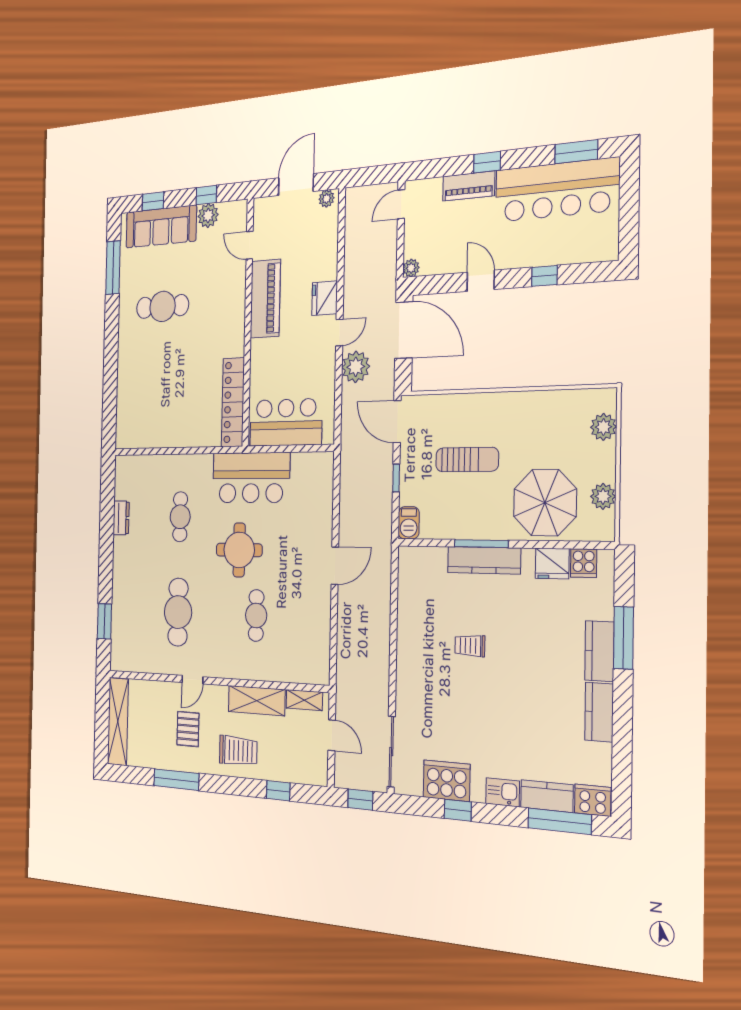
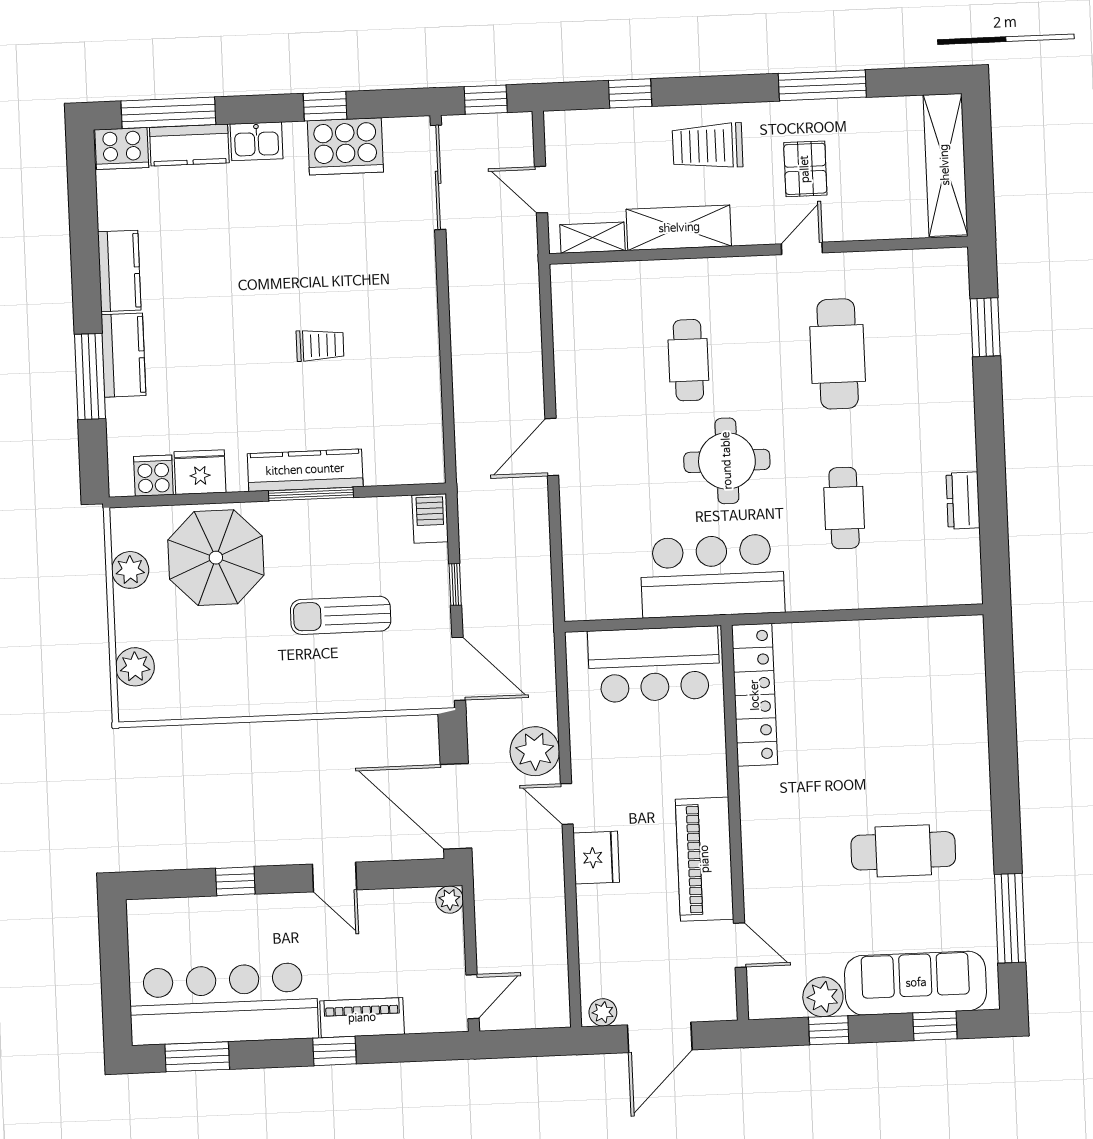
door: (339, 333) -> (567, 804), hinge flipped

